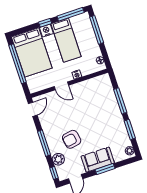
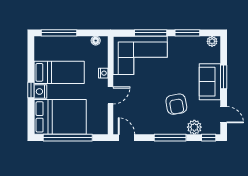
window: (71, 14) -> (31, 57), removed
corner sofa: (100, 99) -> (140, 55), added

